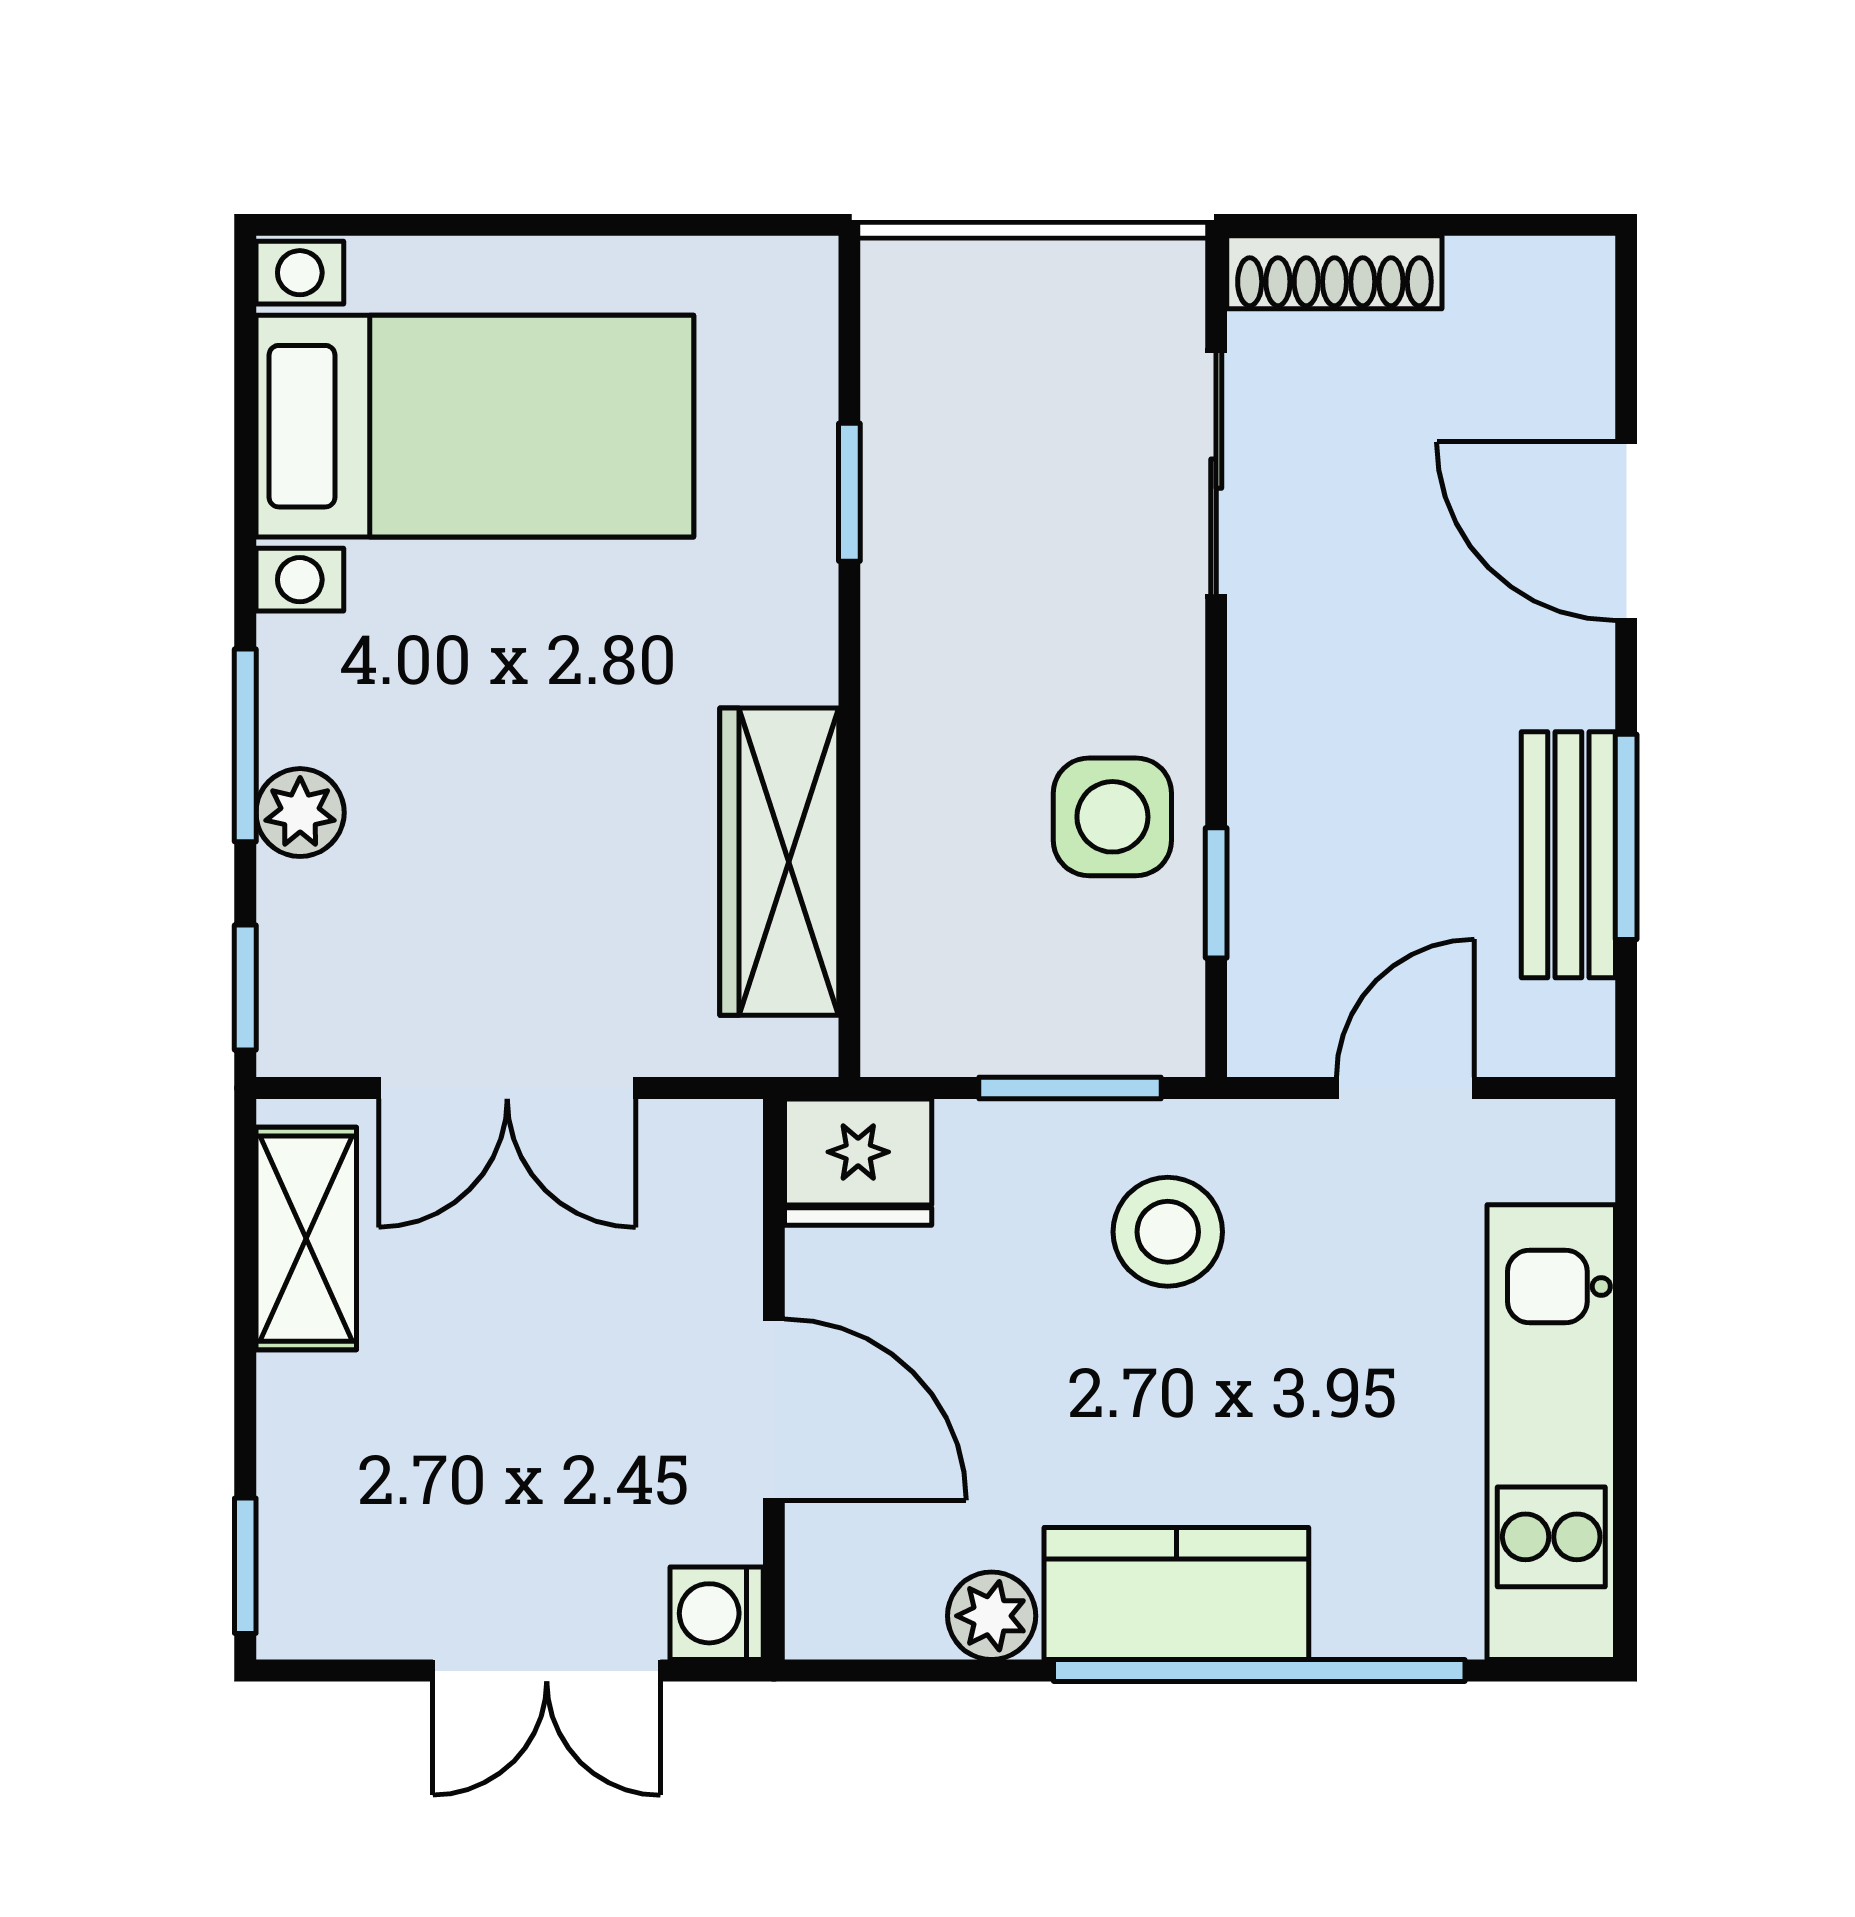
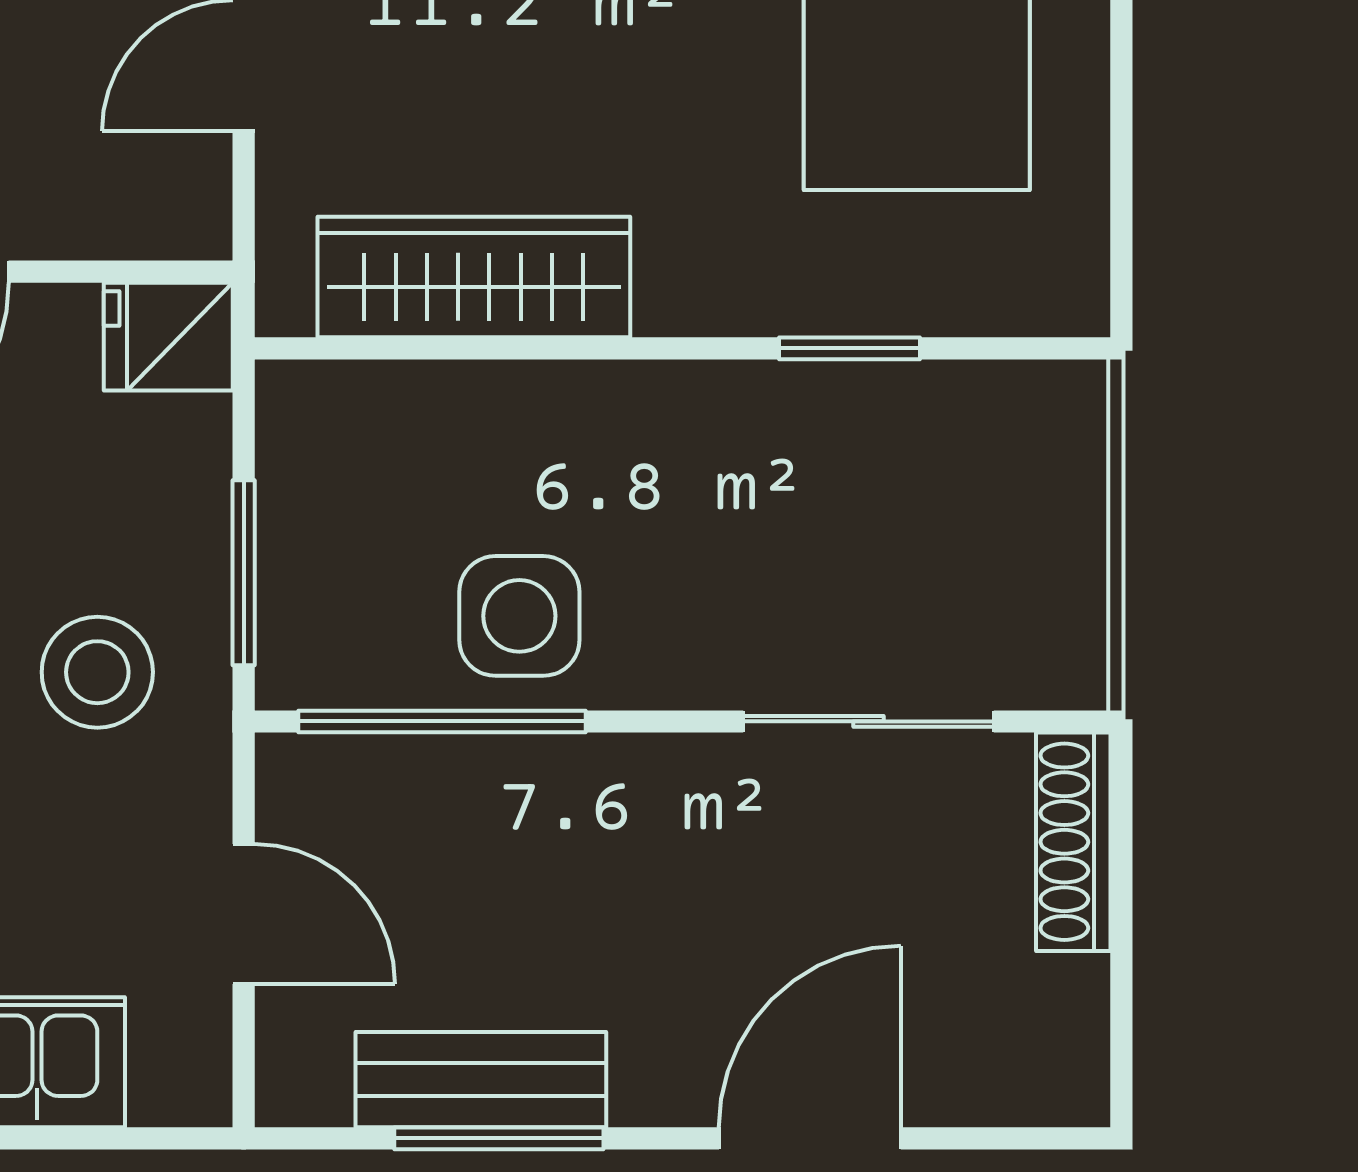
window: (1216, 893) -> (442, 721), width x2.17
fridge: (858, 1162) -> (168, 337), width x0.72

